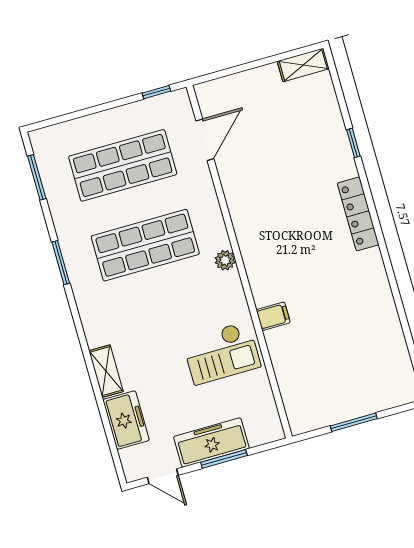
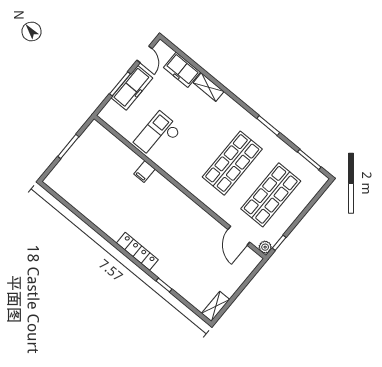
plant: (225, 260) -> (265, 247), moved
door: (163, 476) -> (145, 54), swing flipped

